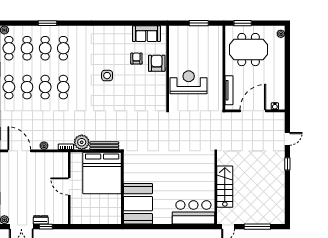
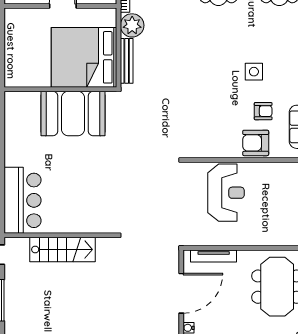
armchair: (157, 63) -> (256, 143), turned 180
side table: (107, 76) -> (254, 72), moved
door: (253, 111) -> (181, 293), hinge flipped
booth: (138, 204) -> (73, 114), moved

